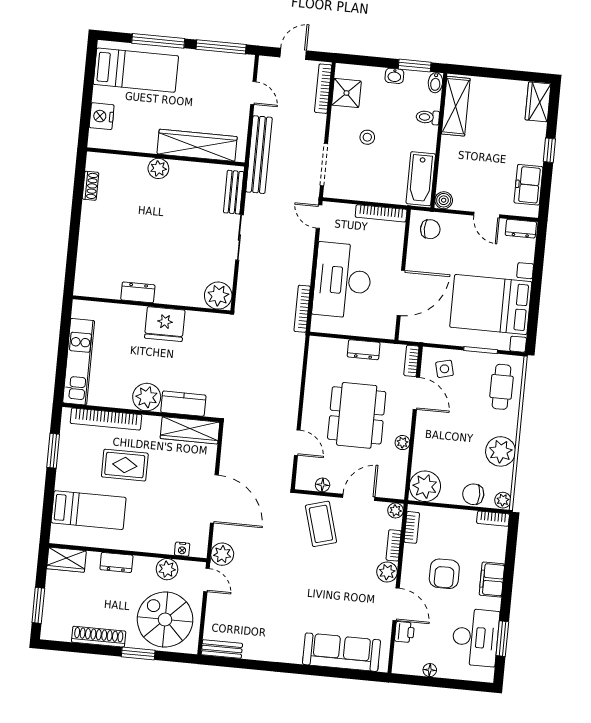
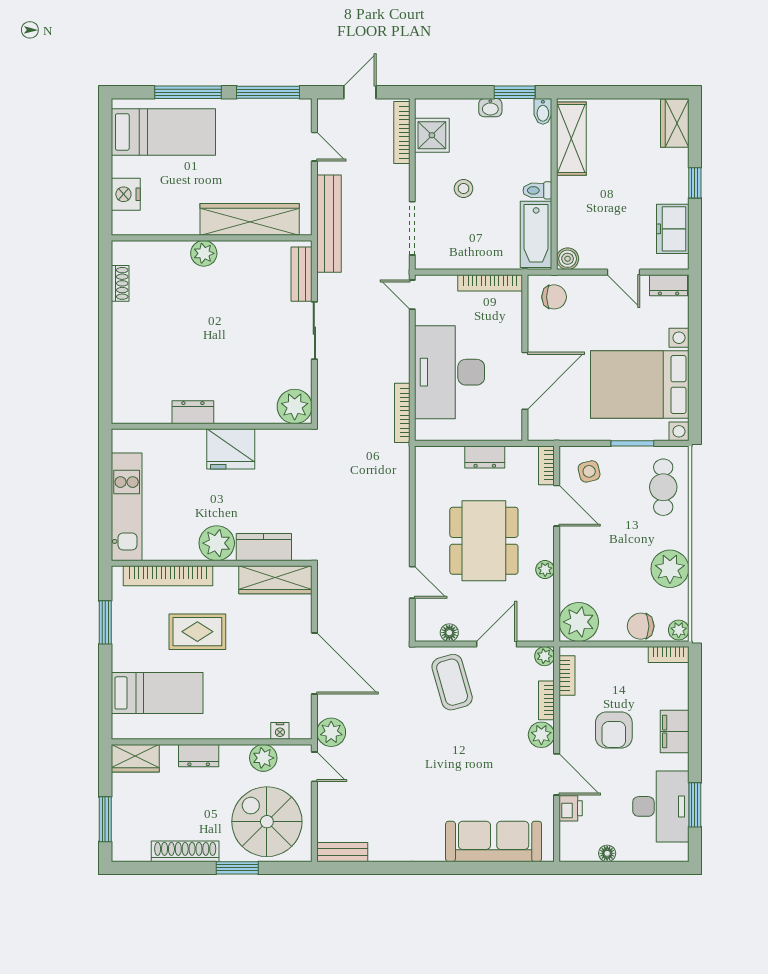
toilet: (428, 117) -> (537, 190), moved

